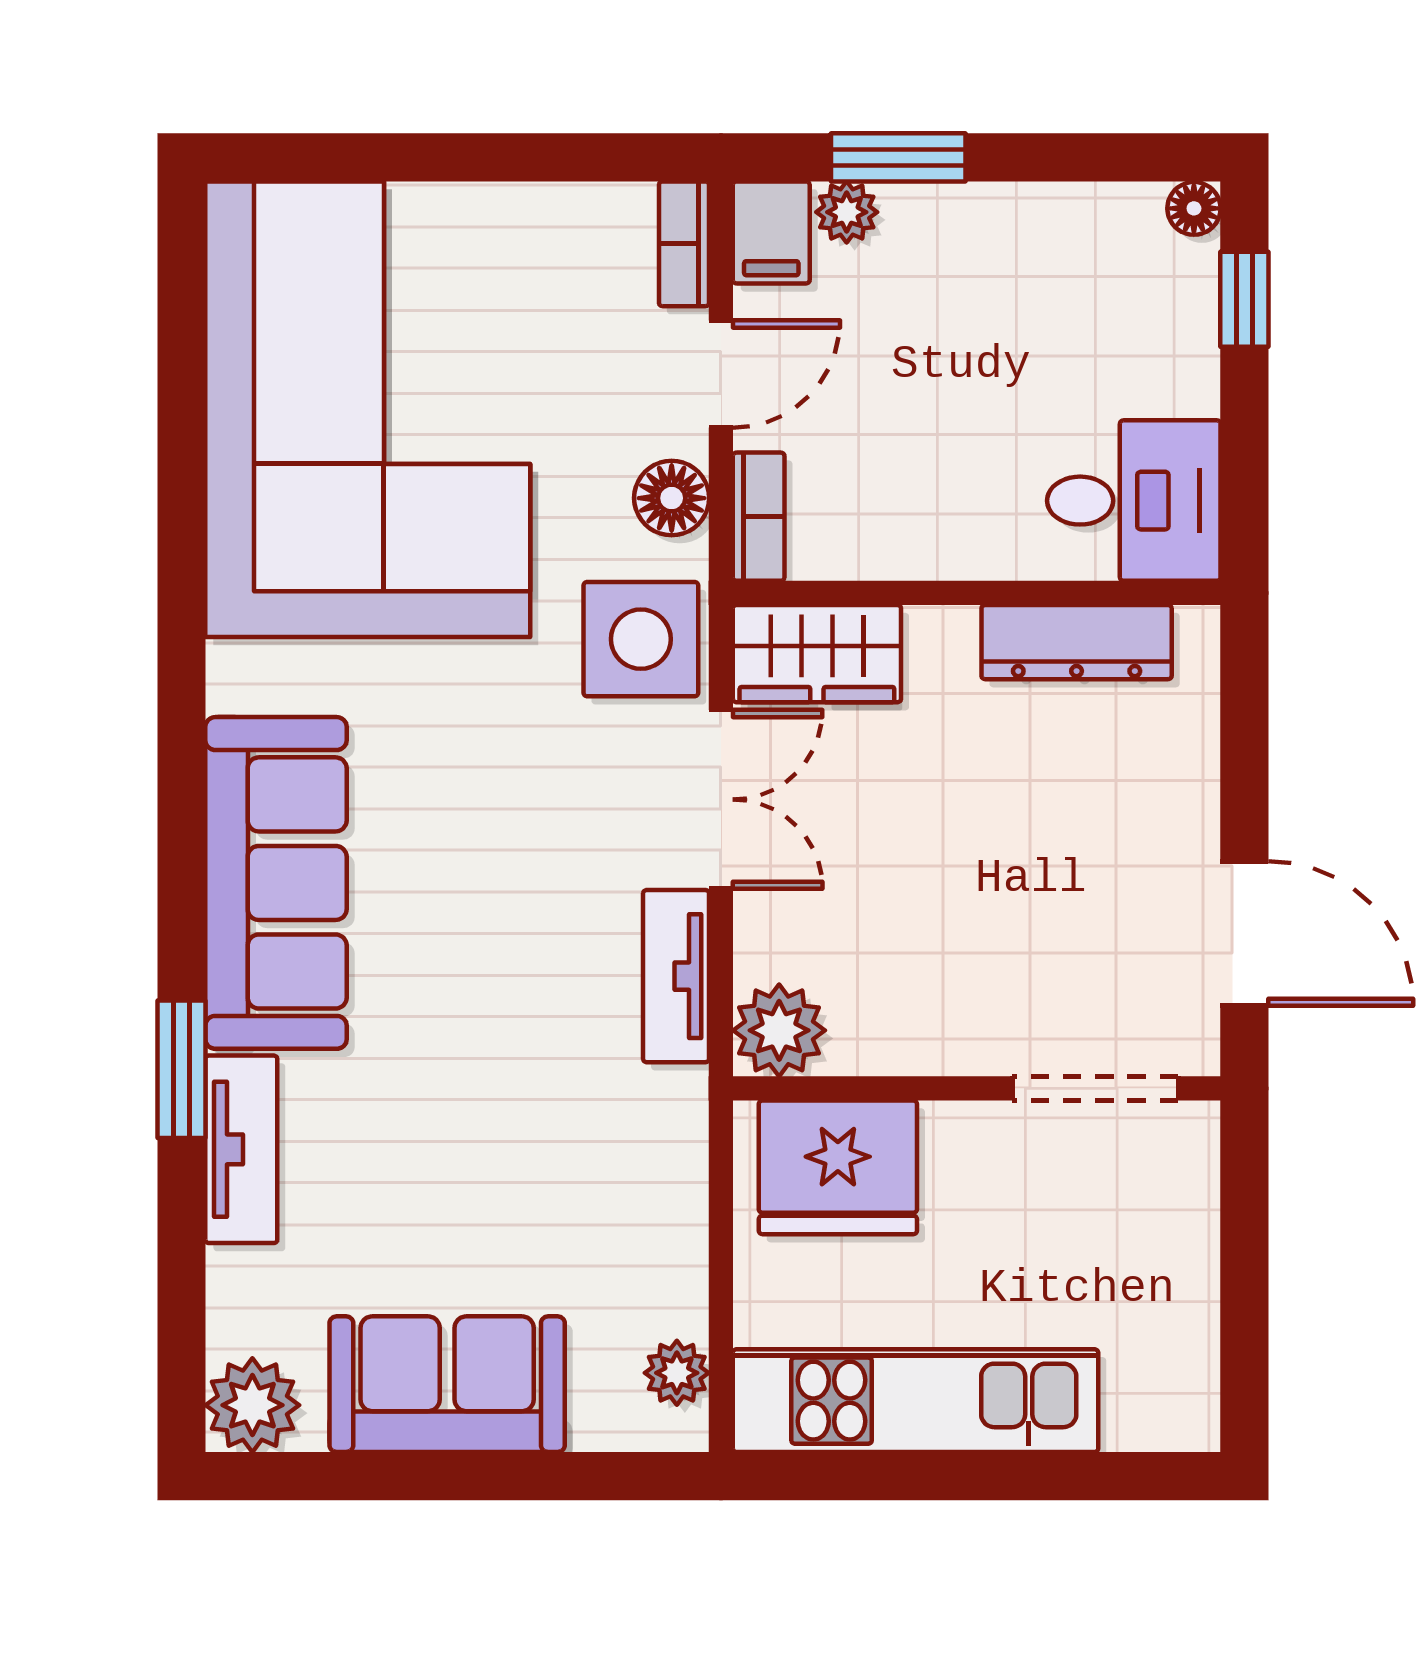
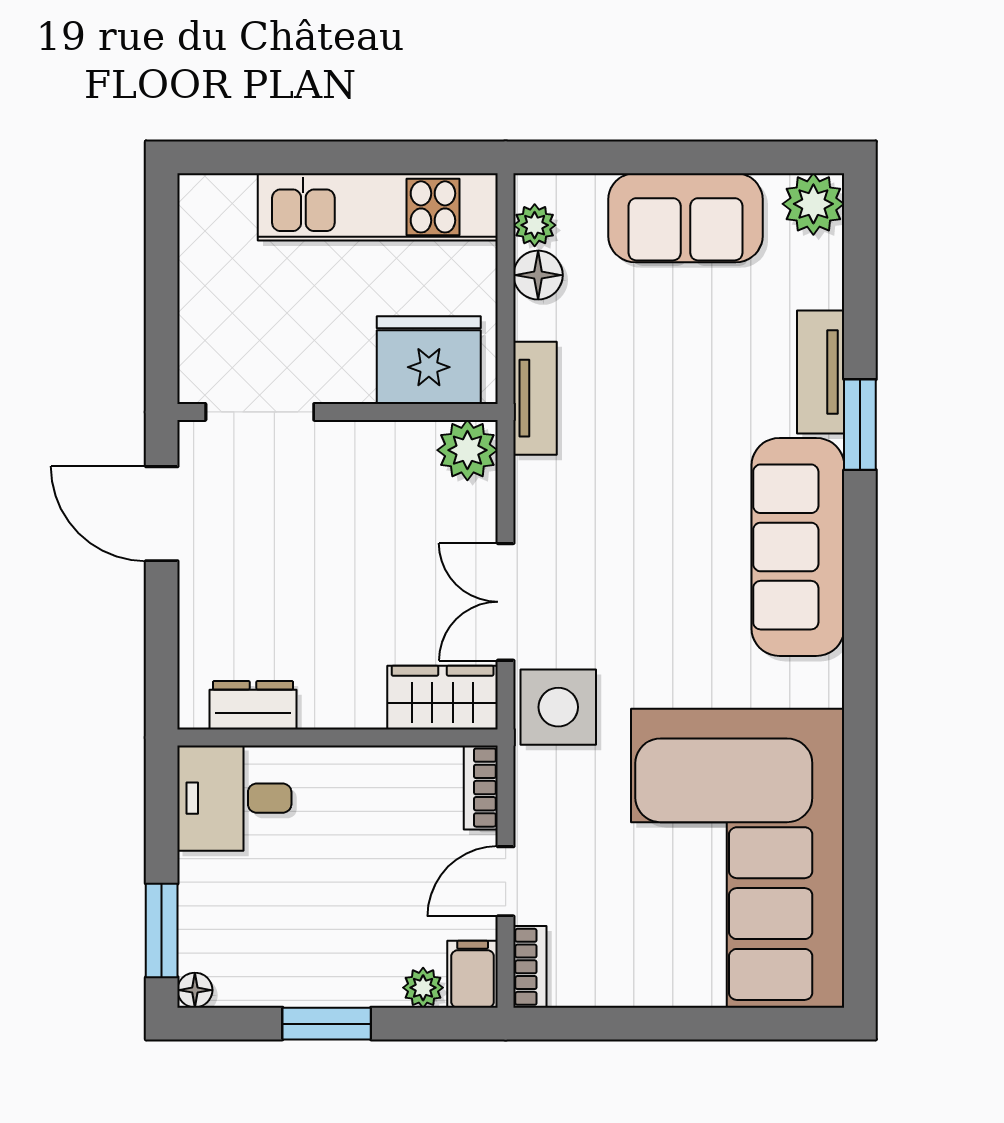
window: (898, 157) -> (327, 1024), moved
window: (1244, 299) -> (162, 930), width x1.50
floor lamp: (672, 498) -> (538, 275), moved
dresser: (1077, 642) -> (253, 705), width x0.70
tv unit: (676, 976) -> (535, 398), moved

